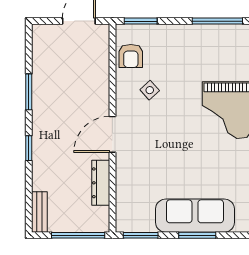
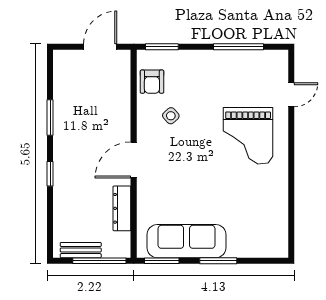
bench: (39, 212) -> (81, 250), moved, turned 90
sofa: (195, 216) -> (187, 241), moved

